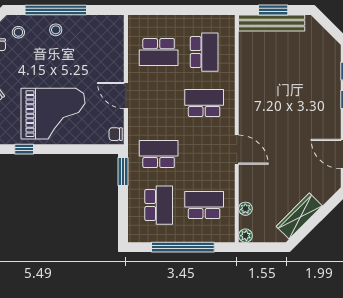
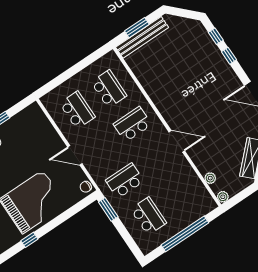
school desk: (159, 52) -> (77, 110), turned -90
school desk: (204, 205) -> (180, 195), removed

